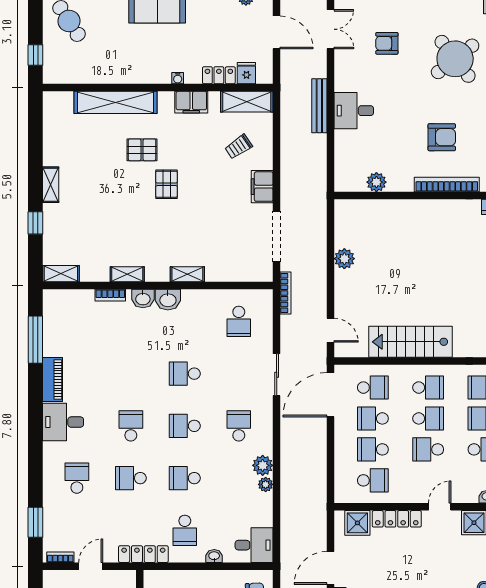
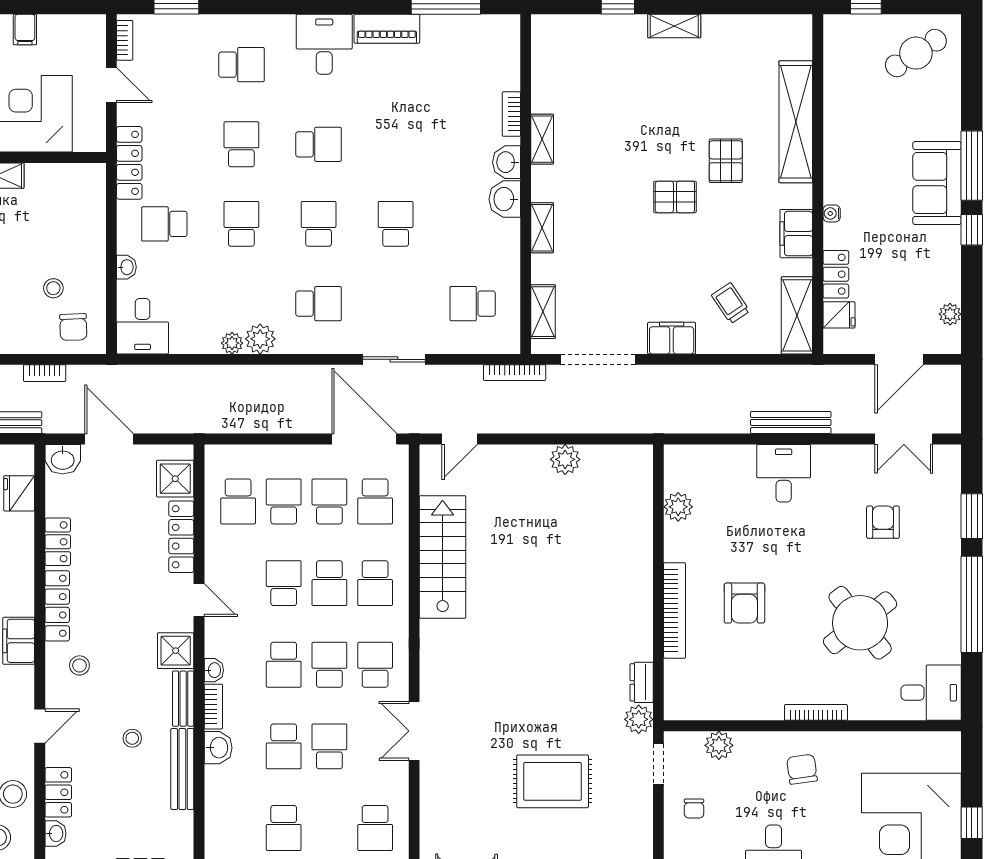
shelving: (61, 274) -> (543, 312), moved

